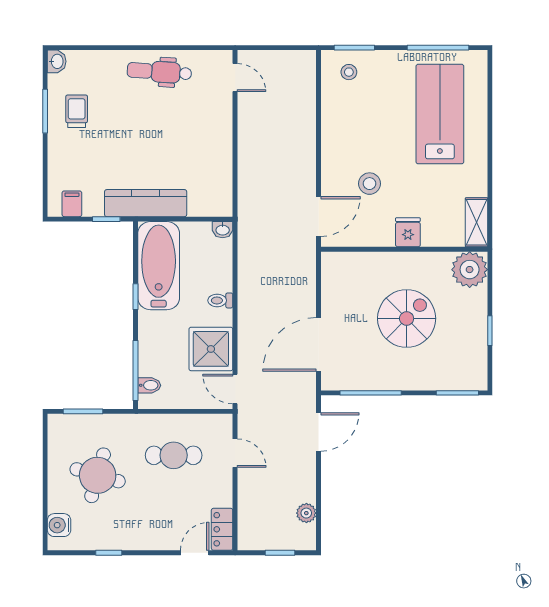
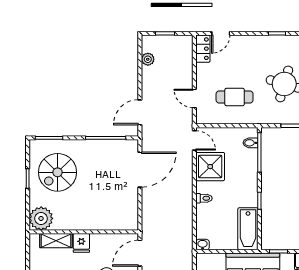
shelving: (477, 222) -> (56, 241), moved, turned 90
bathtub: (159, 266) -> (248, 229), width x0.73, depth x0.73
spiral stairs: (407, 318) -> (57, 172), moved

